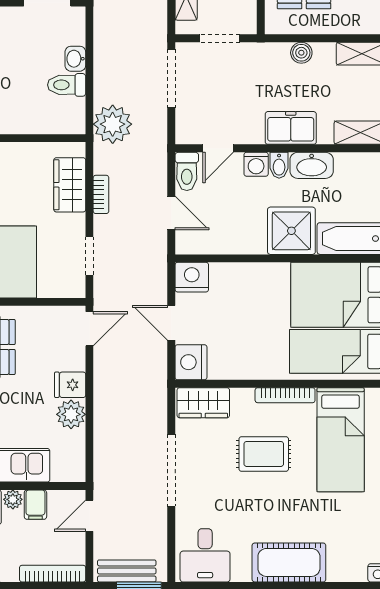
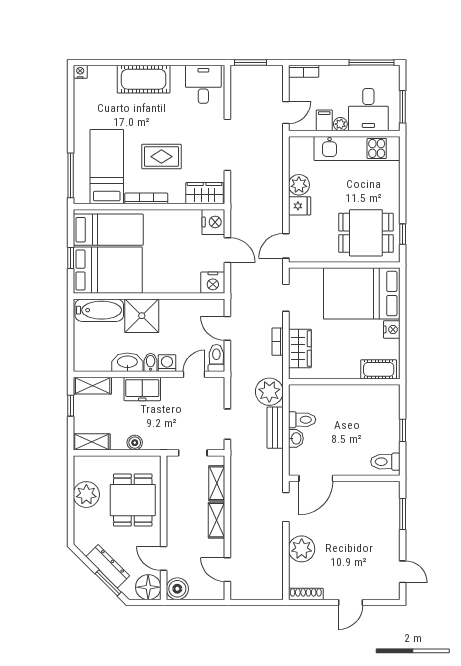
doorway: (171, 79) -> (227, 424), width x0.73
bench: (127, 571) -> (275, 428), moved, turned 90
bookcase: (53, 574) -> (304, 71), width x0.64

